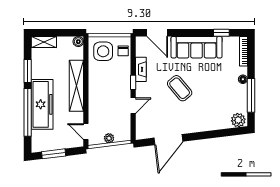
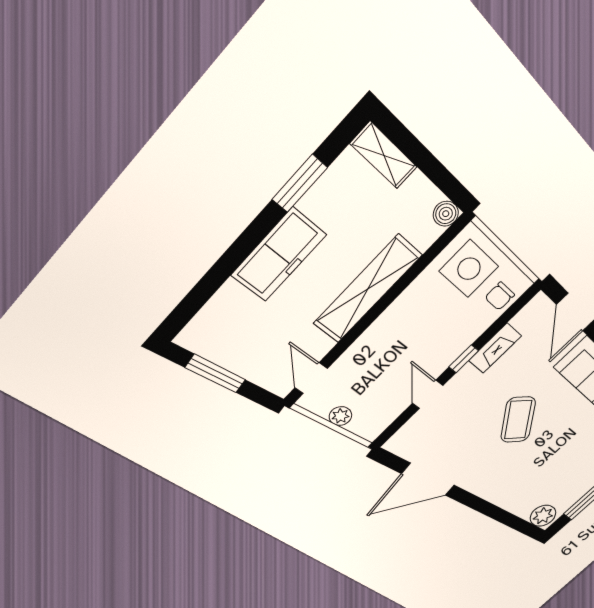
freezer: (42, 104) -> (279, 255), width x0.73, depth x0.79
door: (133, 106) -> (428, 394), swing flipped
window: (28, 112) -> (228, 263), removed

